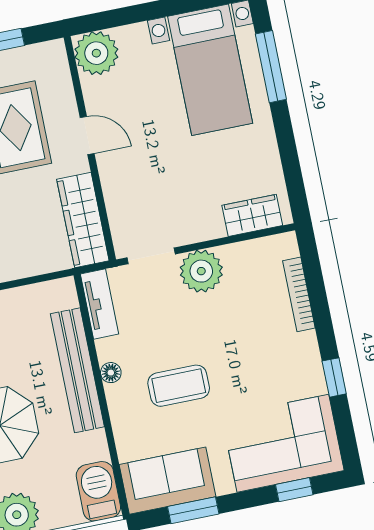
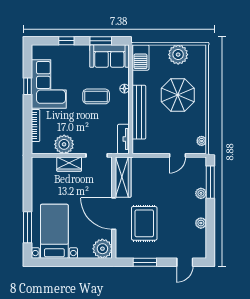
door: (87, 136) -> (114, 214), width x1.87
wardrobe: (252, 215) -> (69, 164), moved
plant: (201, 271) -> (64, 144), moved
floor lamp: (111, 373) -> (124, 89), moved
corner sofa: (283, 443) -> (49, 84), moved, turned -90
window: (294, 490) -> (66, 41), moved

